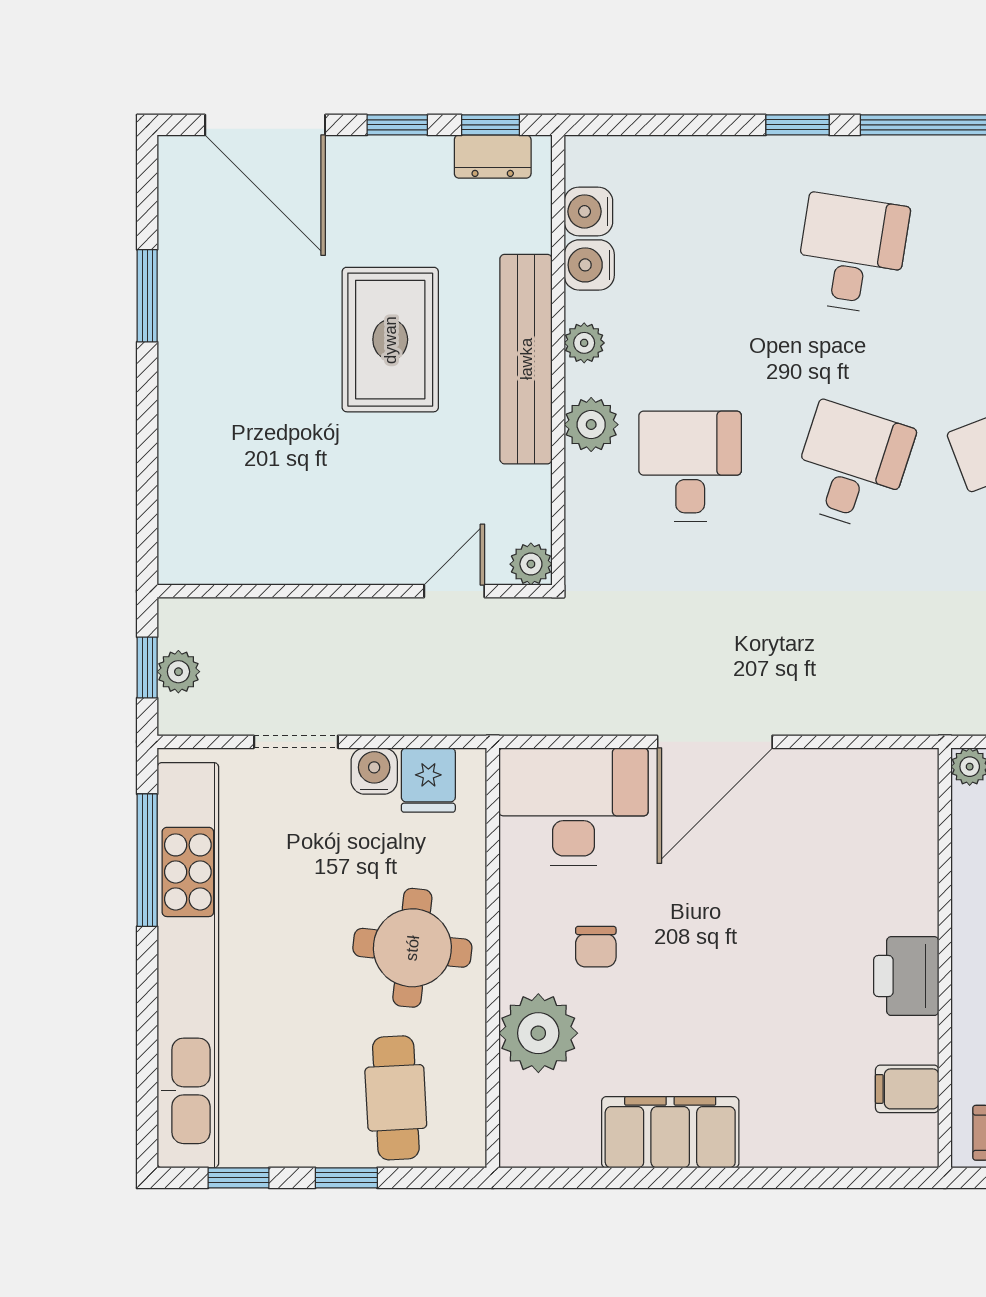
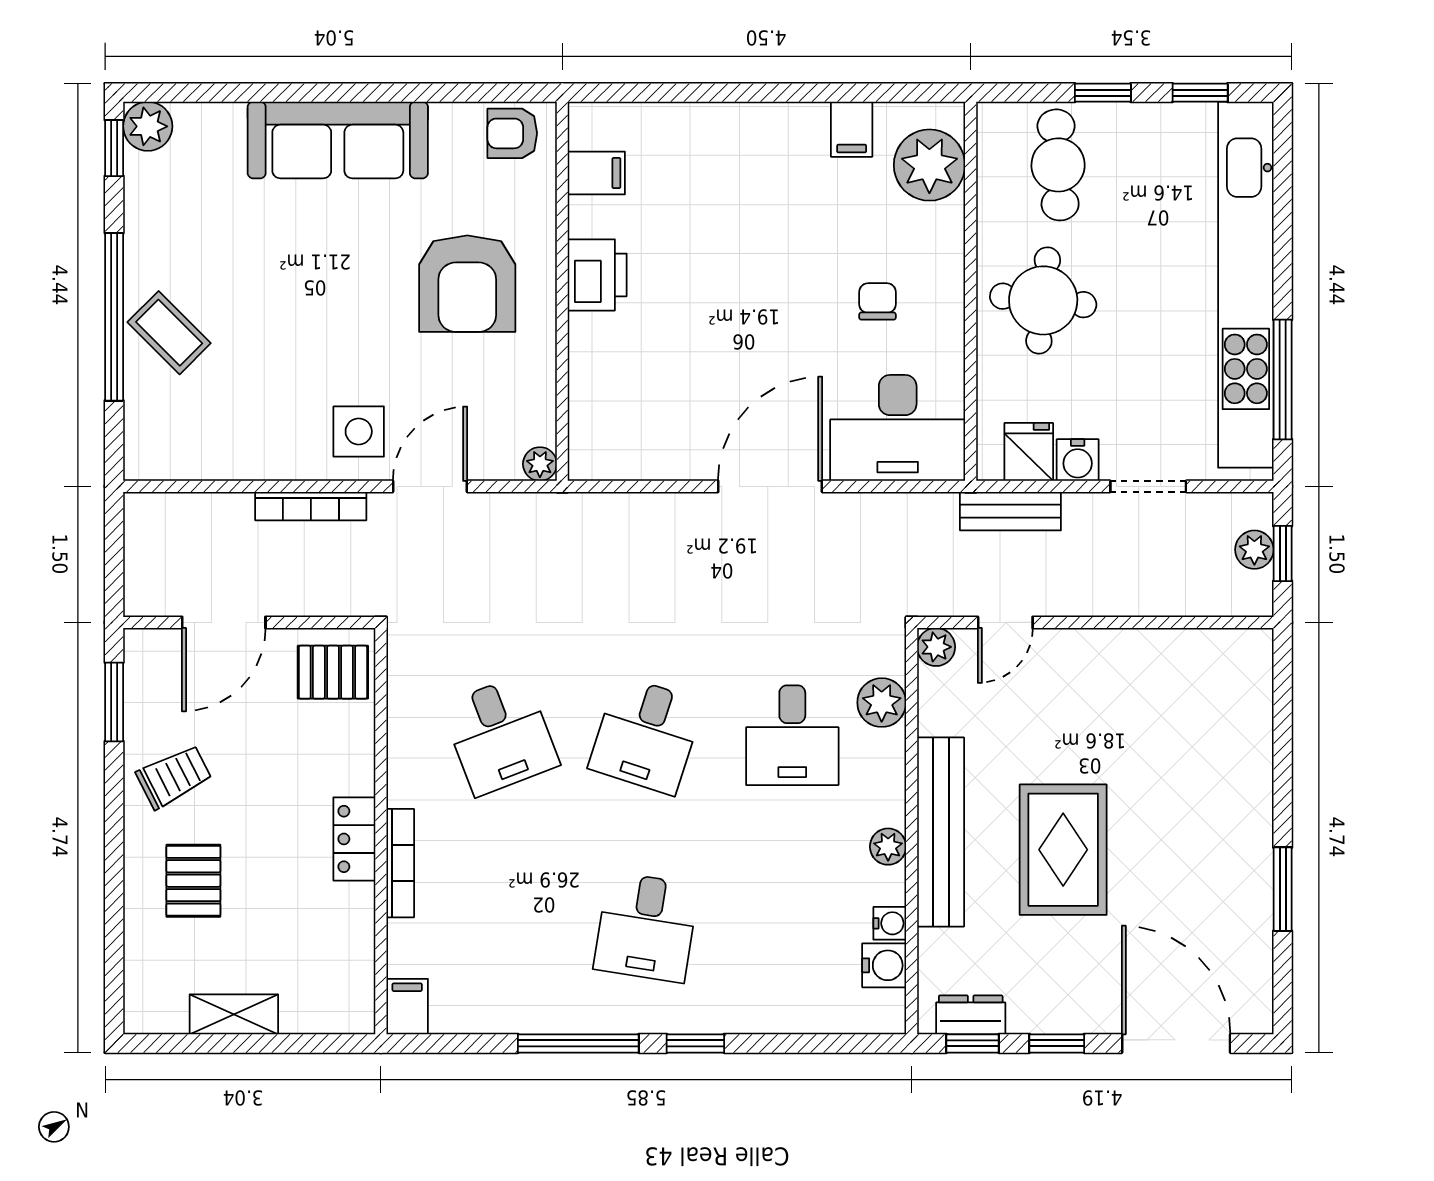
water cooler: (589, 265) -> (890, 923), width x0.72, depth x0.72
plant: (591, 425) -> (882, 703), moved
bench: (449, 714) -> (1010, 511), added
plant: (538, 1033) -> (929, 165), moved
filing cabinet: (670, 1132) -> (852, 129), width x0.33, depth x0.86

